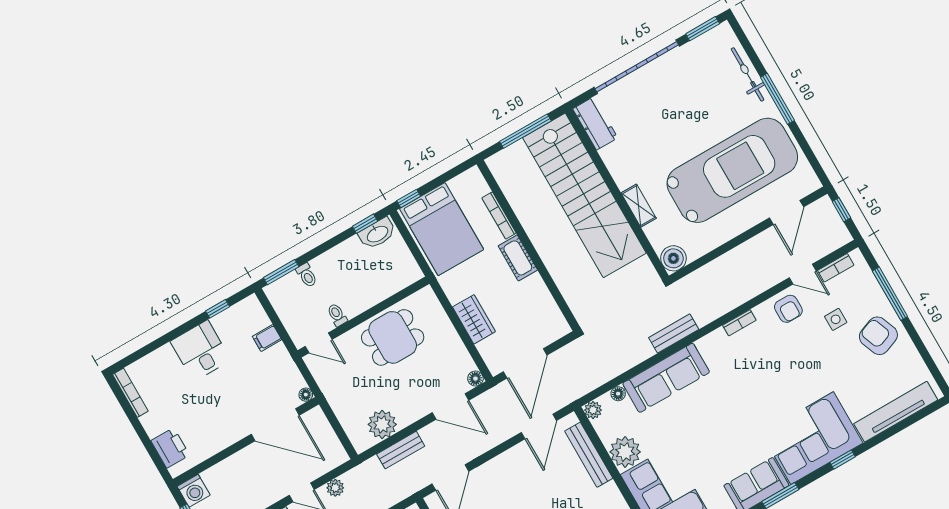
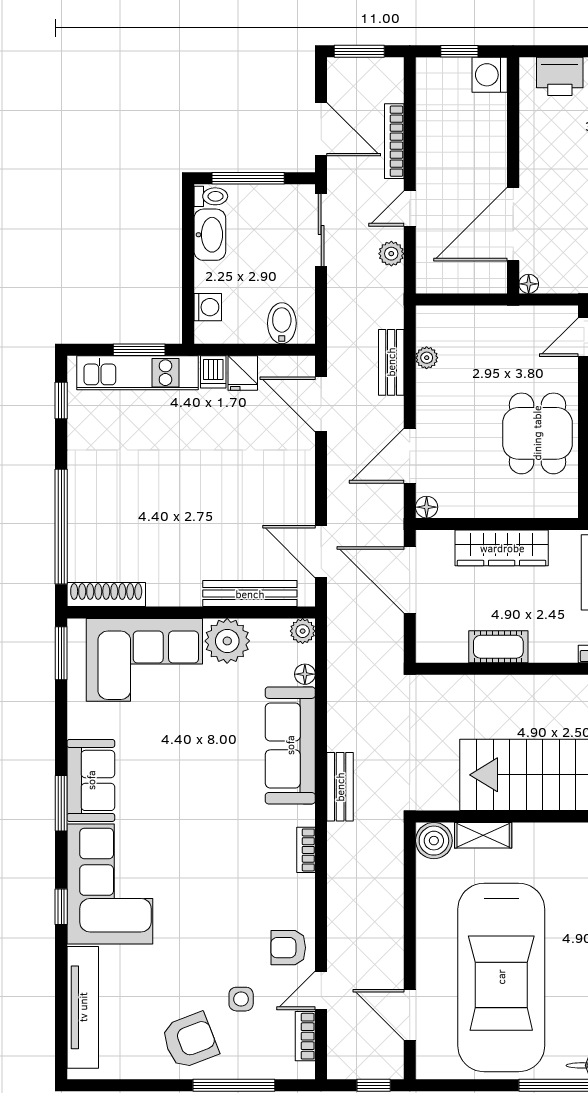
shelving: (639, 206) -> (483, 835), moved
cot: (518, 258) -> (498, 647), moved
wardrobe: (474, 319) -> (502, 548), width x1.50
bookcase: (739, 323) -> (306, 850), moved
plant: (382, 424) -> (427, 358), width x0.53, depth x0.53

